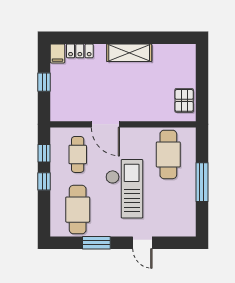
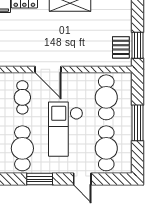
window: (202, 98) -> (137, 45), added
checkout: (124, 189) -> (66, 129), turned 180
cafe table: (168, 210) -> (106, 148), added

